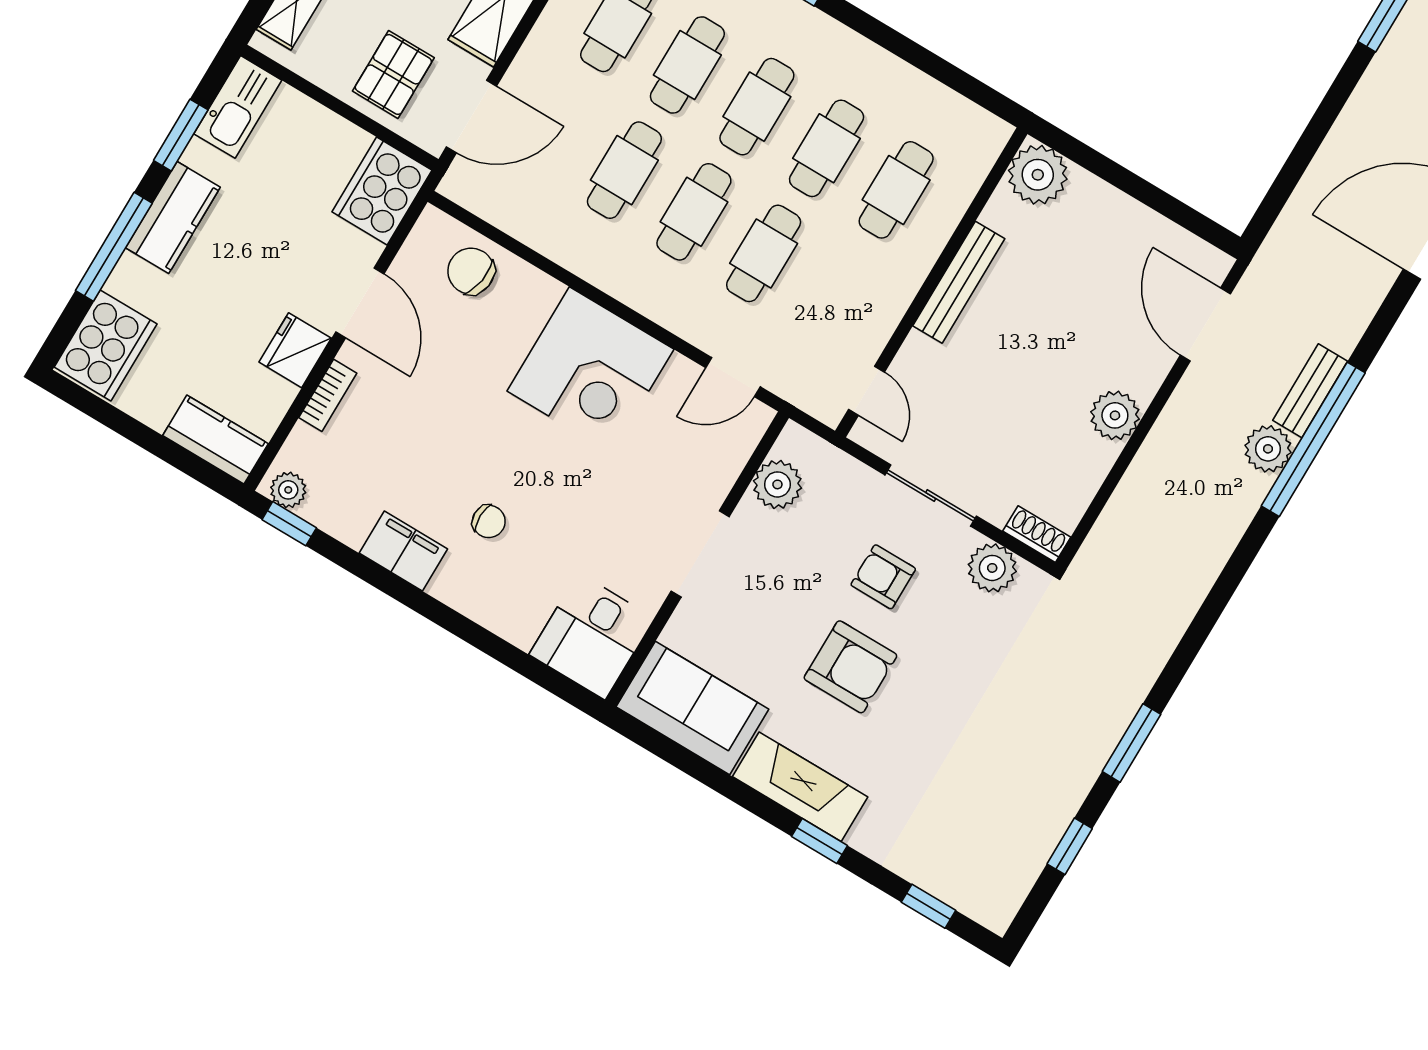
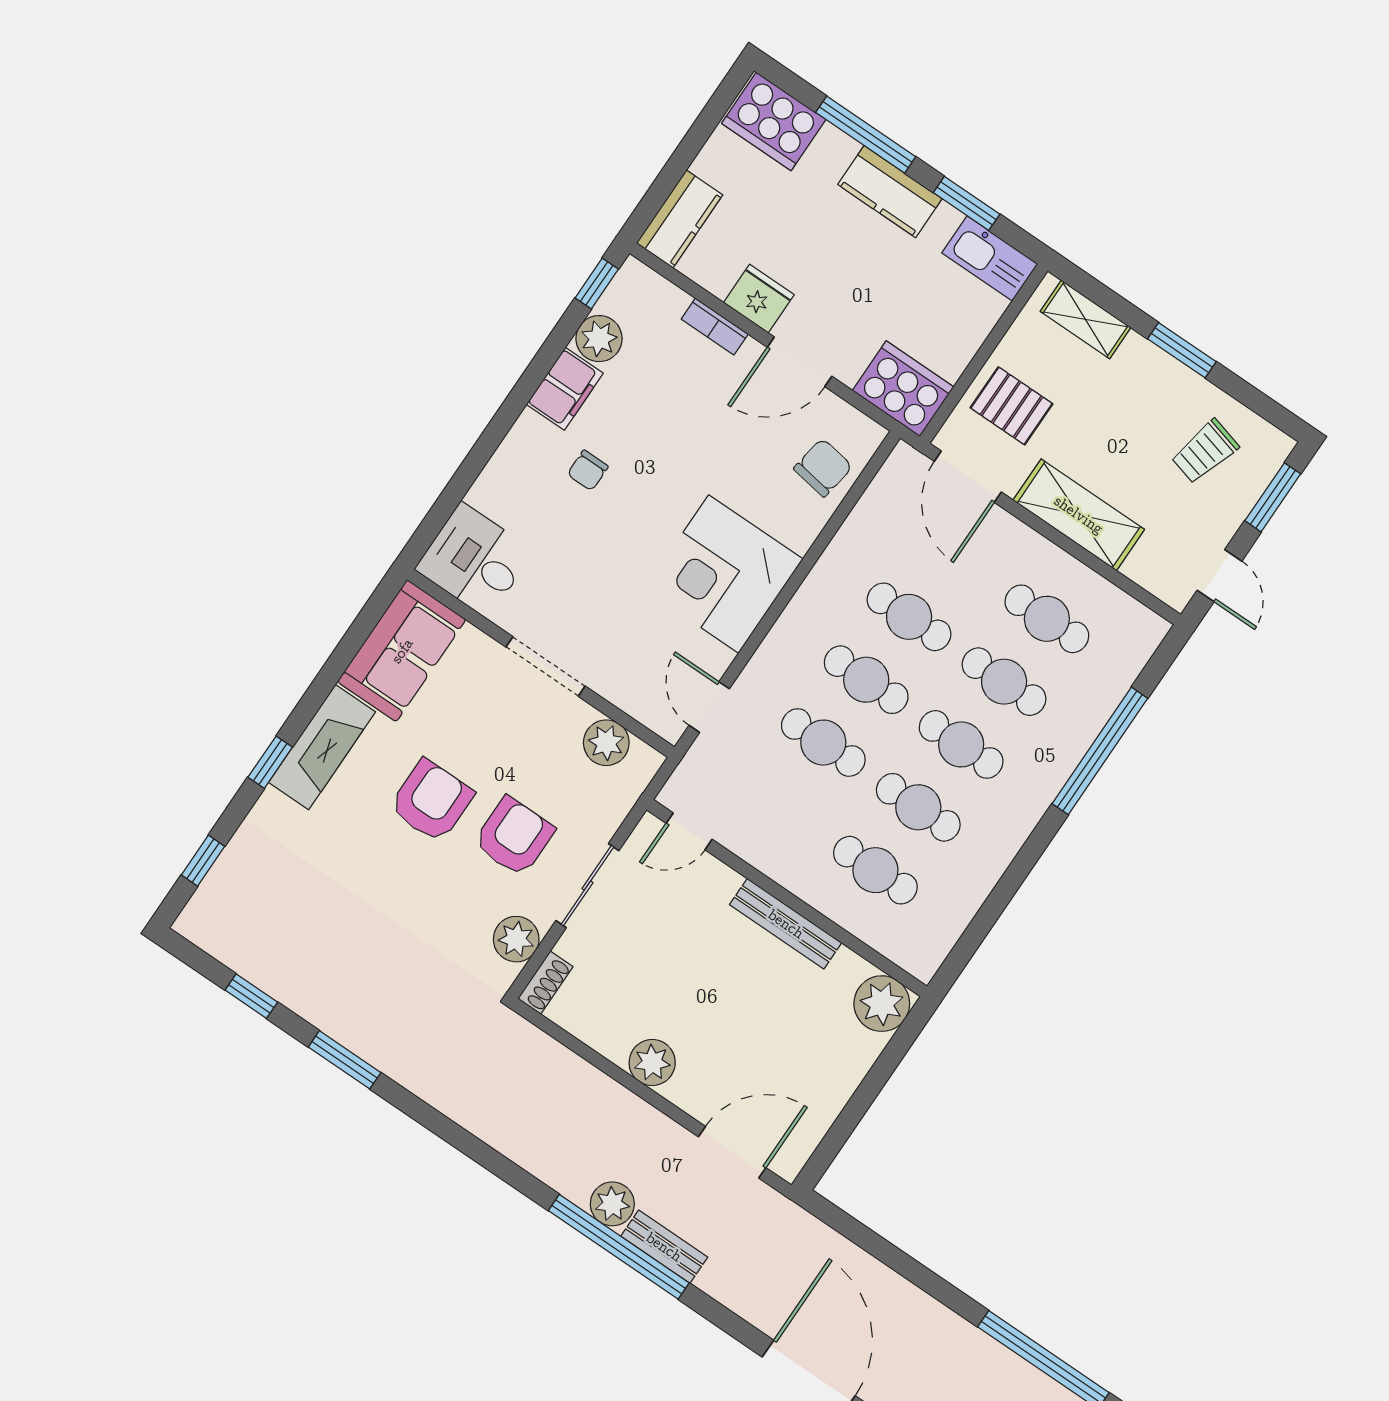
plant: (288, 490) -> (599, 339), moved, width x1.38, depth x1.38
armchair: (883, 577) -> (514, 837), width x1.38, depth x1.38
armchair: (850, 667) -> (431, 801), turned 180

